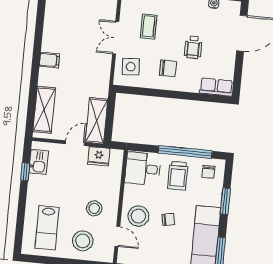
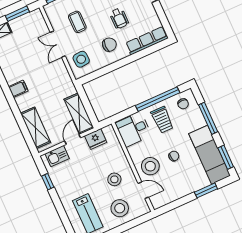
row of seats: (216, 87) -> (147, 41), width x1.48
kitchen sink: (39, 162) -> (57, 156), moved, turned 90
window: (225, 201) -> (208, 118), width x1.44

